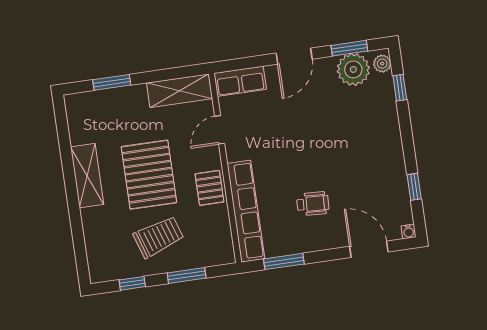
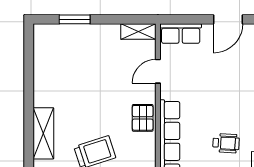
shelving: (180, 91) -> (138, 32), width x0.67, depth x0.75
pallet: (149, 175) -> (94, 100), removed
shelving: (87, 176) -> (43, 133), moved

